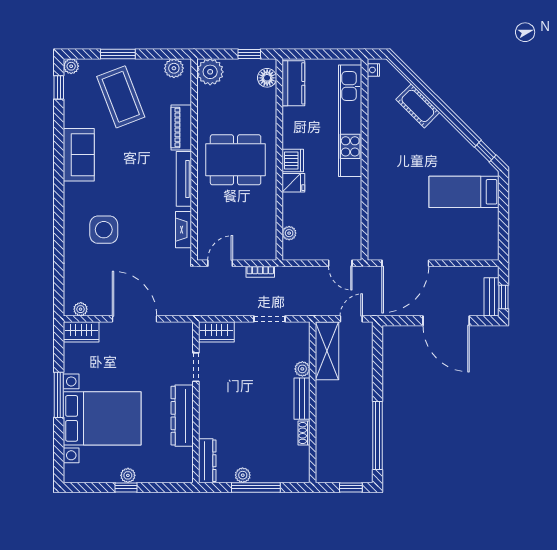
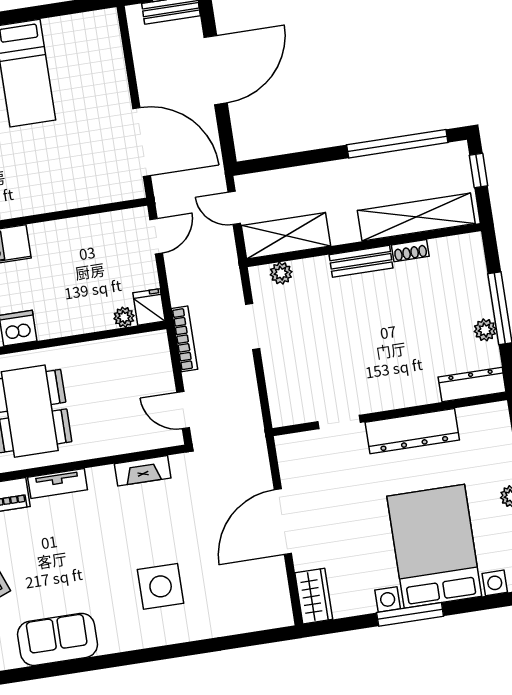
tv unit: (184, 179) -> (58, 483), width x0.71
fridge: (293, 183) -> (149, 307), moved
bookcase: (260, 272) -> (185, 339), width x1.56
plant: (81, 309) -> (281, 602), removed
wardrobe: (216, 332) -> (283, 400), removed
plant: (302, 369) -> (281, 273), moved
shelving: (326, 441) -> (416, 217), added

